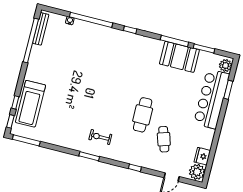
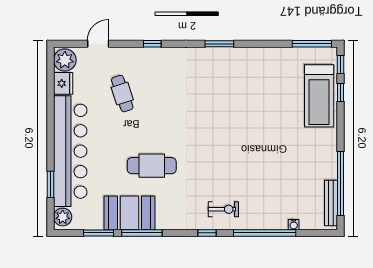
bar counter: (212, 99) -> (70, 151), width x1.36
treadmill: (30, 104) -> (319, 96), turned 180
cafe table: (143, 115) -> (152, 166), moved, turned 90
exercise bike: (100, 137) -> (223, 209), moved

